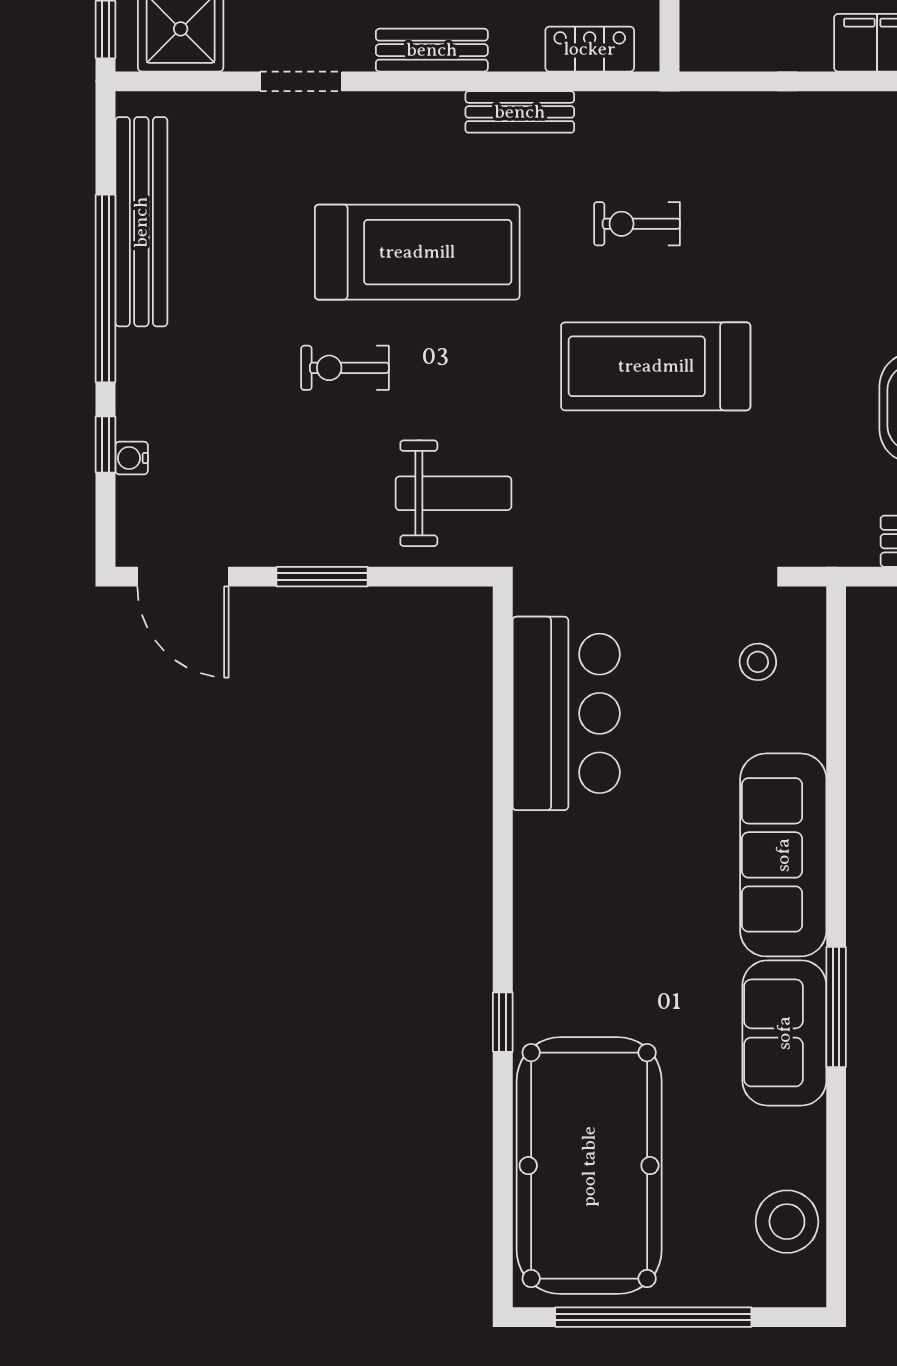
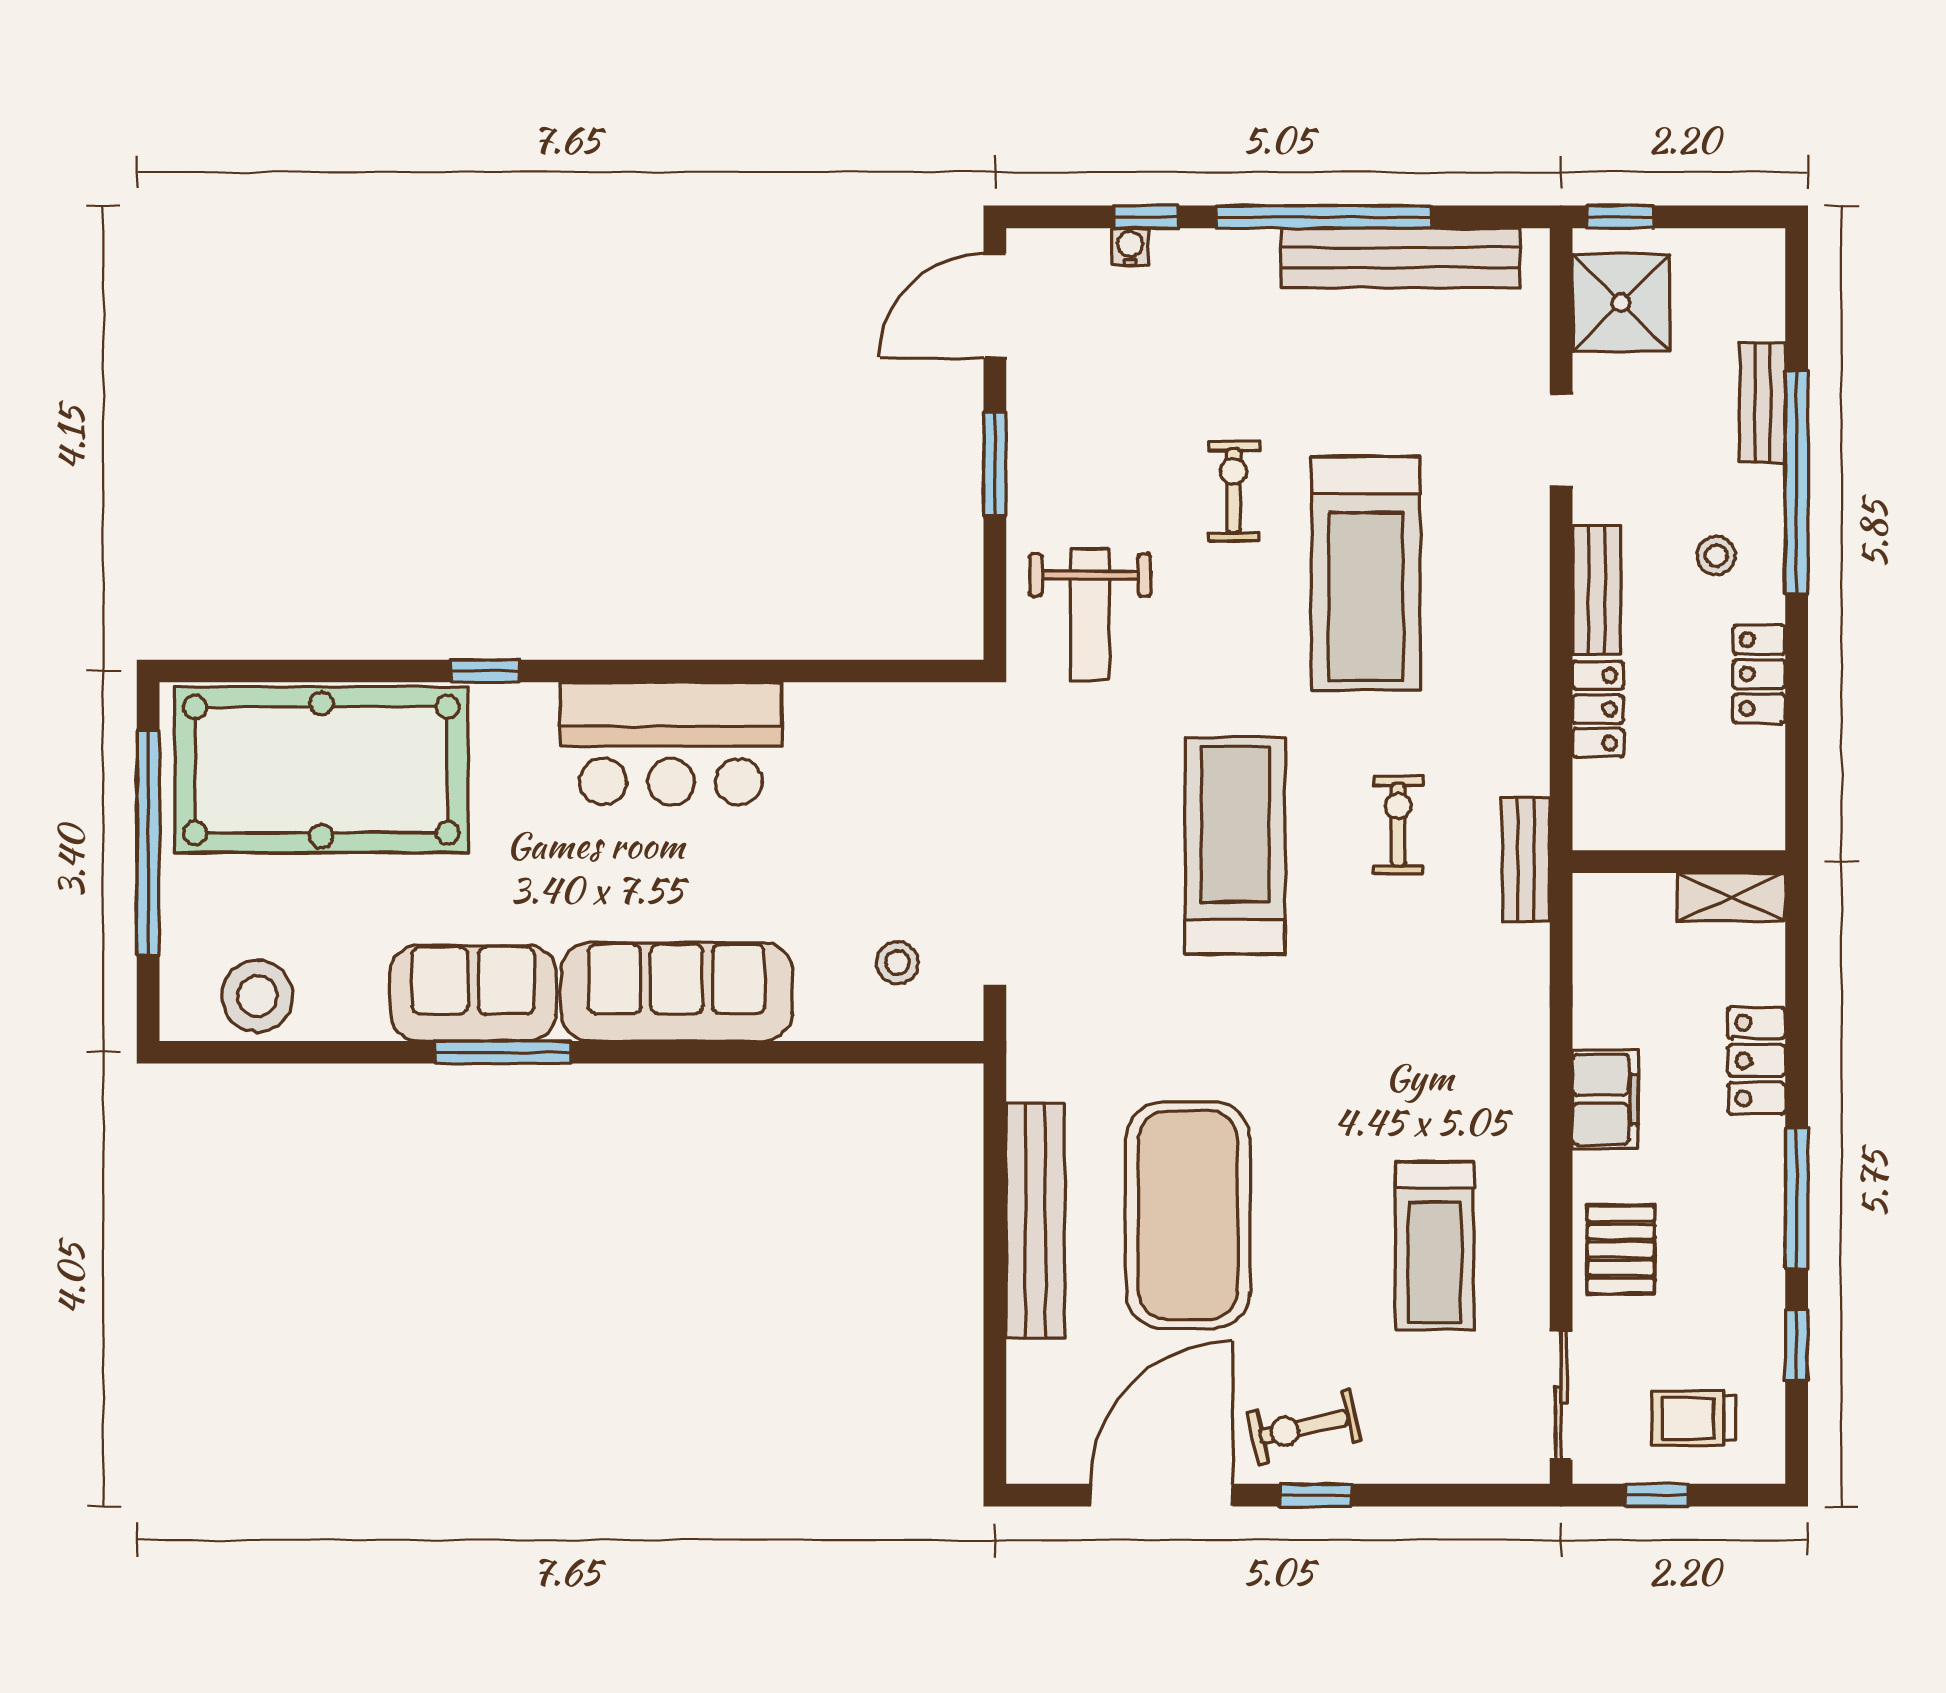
locker: (590, 49) -> (1598, 709), moved
bench: (520, 112) -> (1526, 859), moved
bar counter: (566, 713) -> (671, 744), moved

